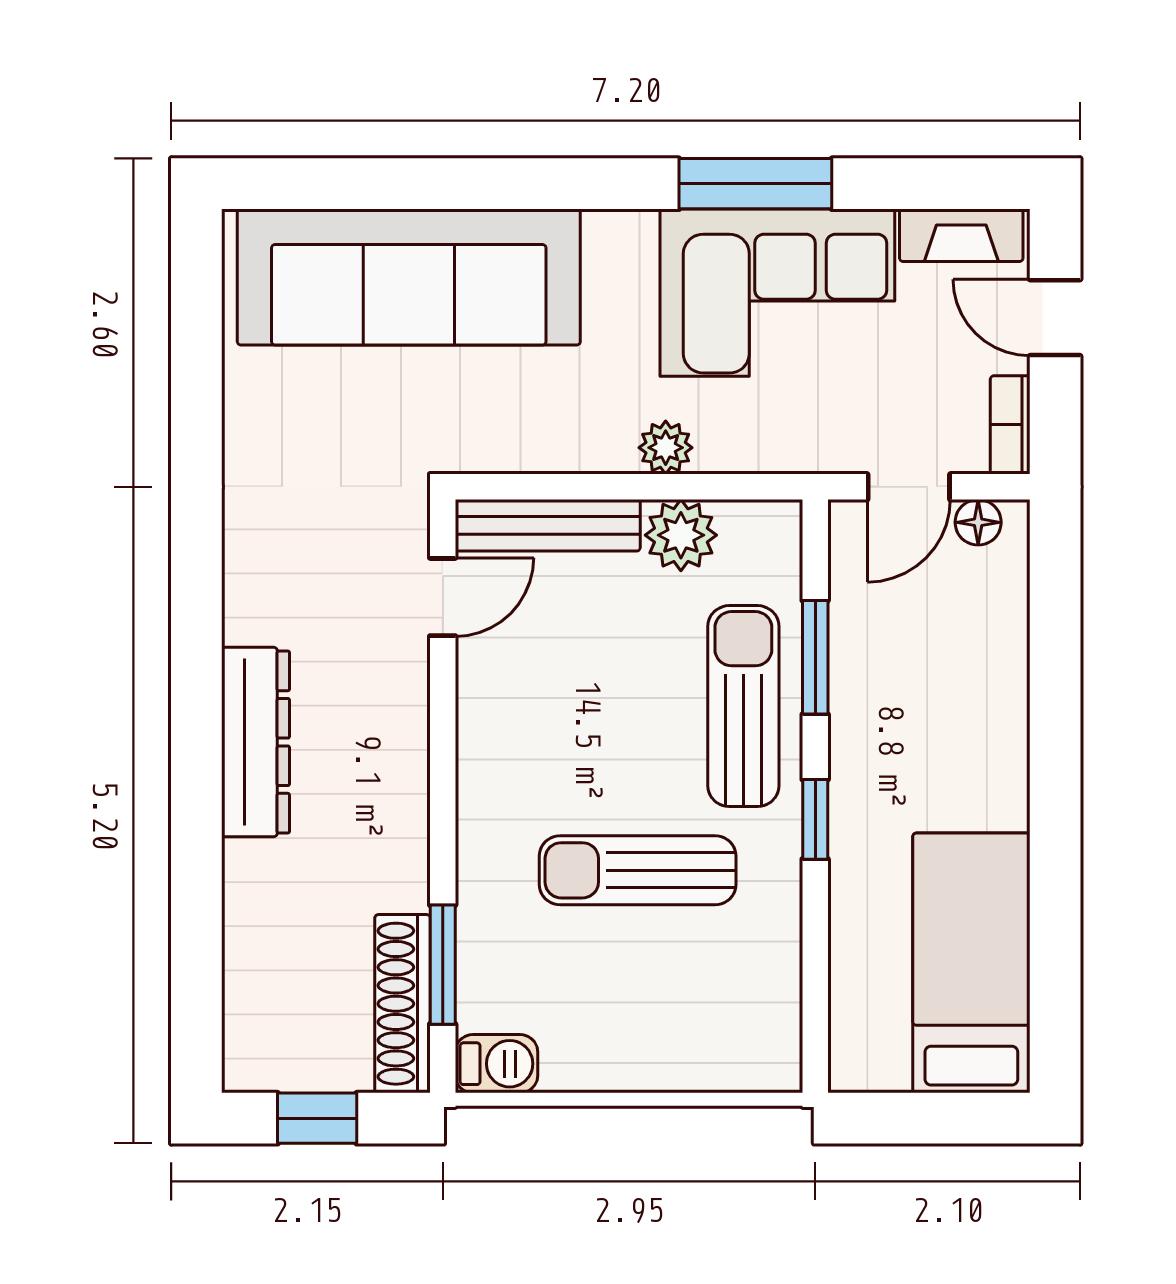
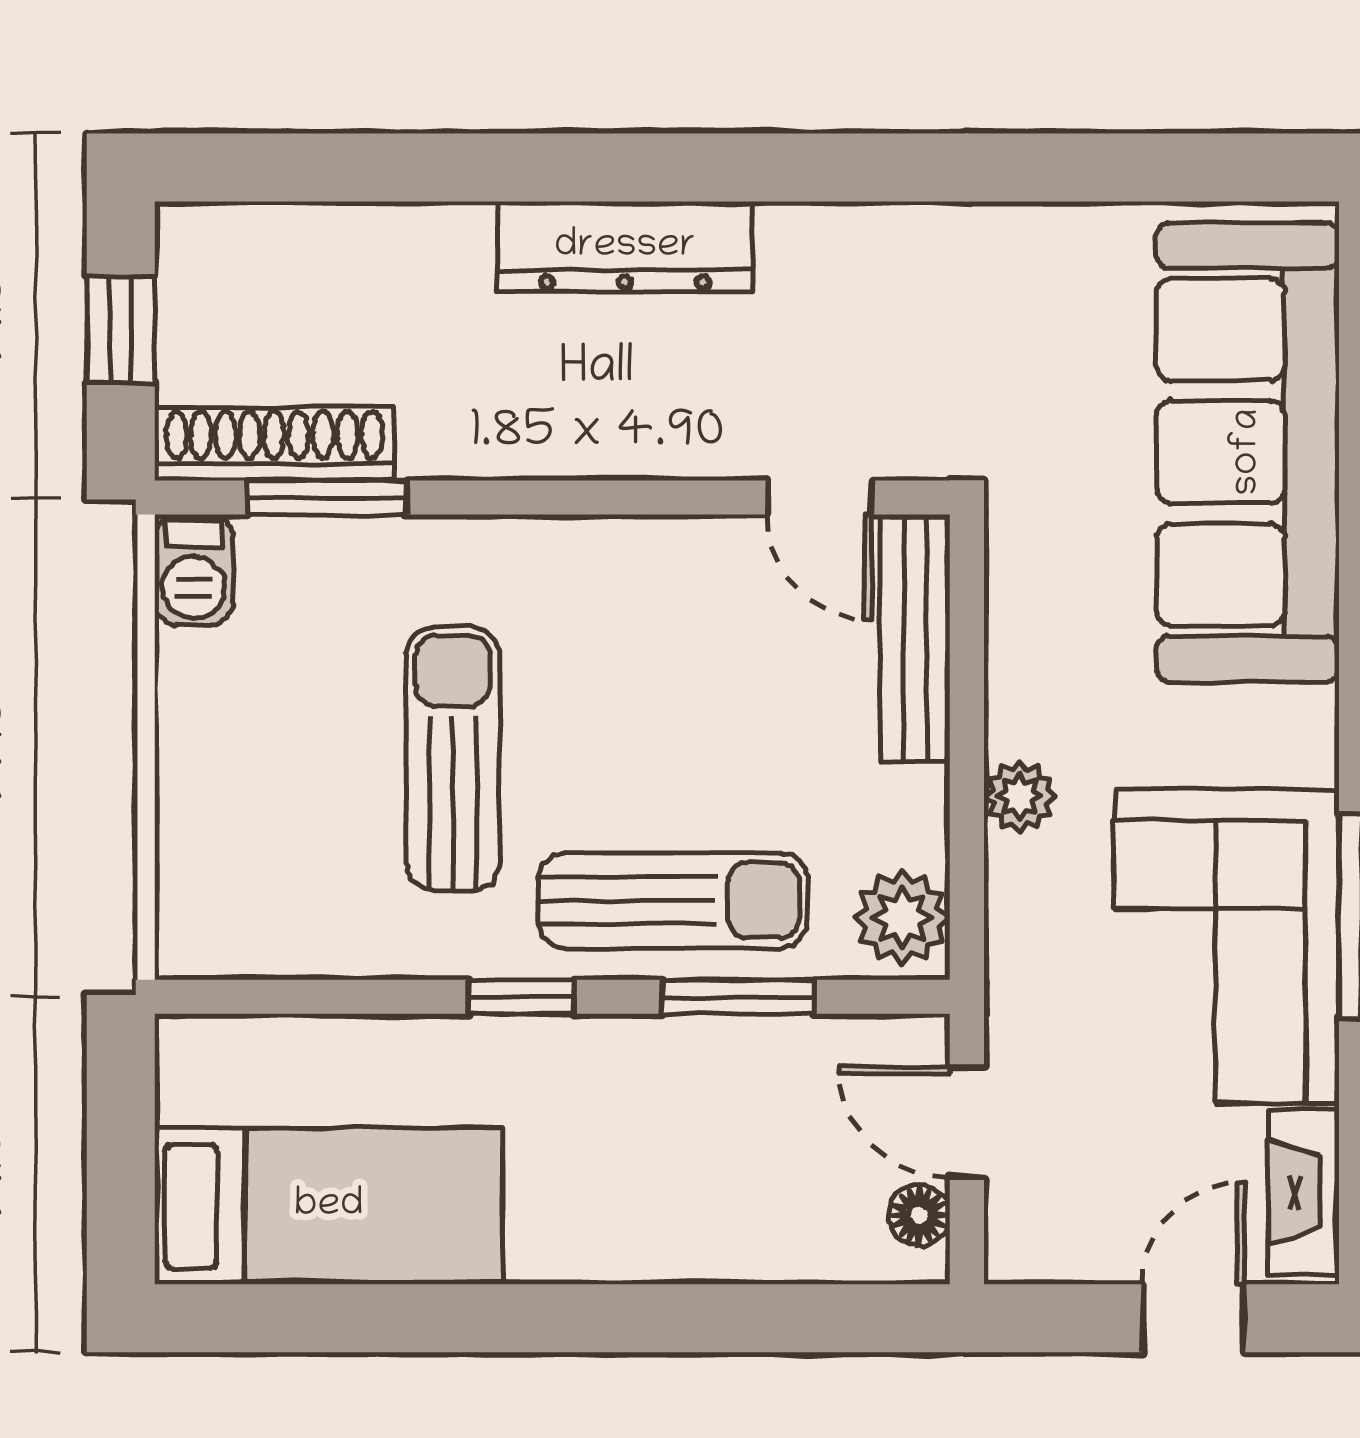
bookcase: (1010, 425) -> (1050, 1258), removed
plant: (681, 535) -> (902, 918), moved

